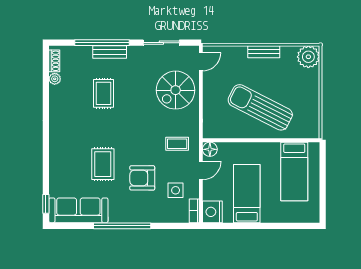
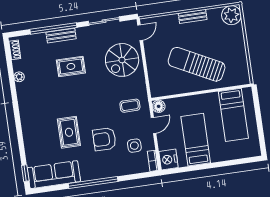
plant: (55, 79) -> (19, 77), moved
rug: (104, 93) -> (71, 66), moved, turned 90

